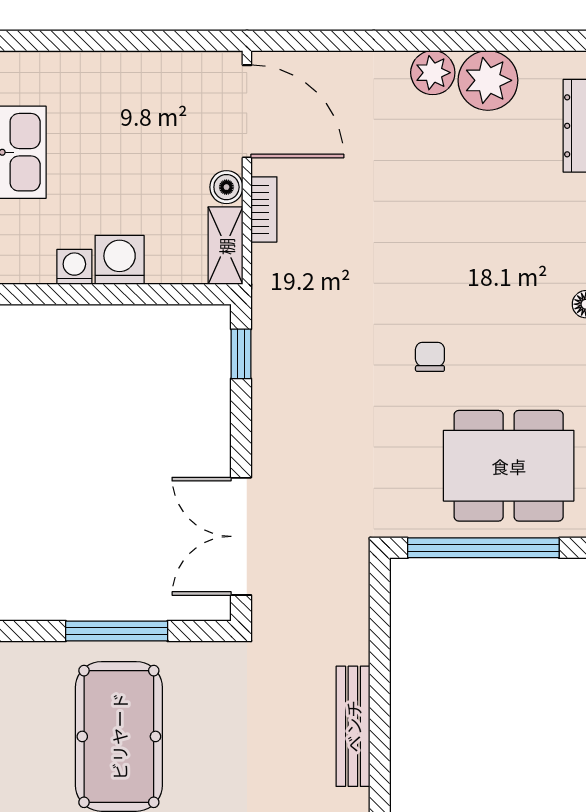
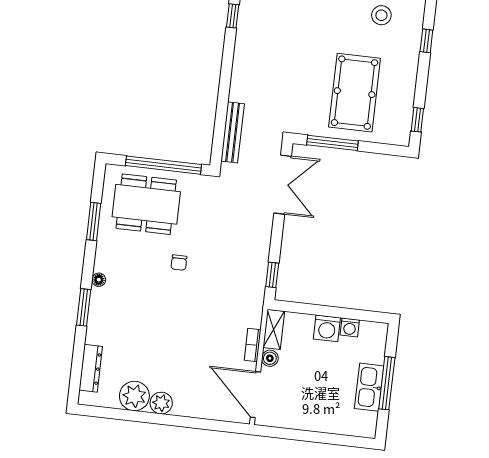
window: (117, 631) -> (332, 143), moved
bench: (353, 726) -> (233, 132), moved

